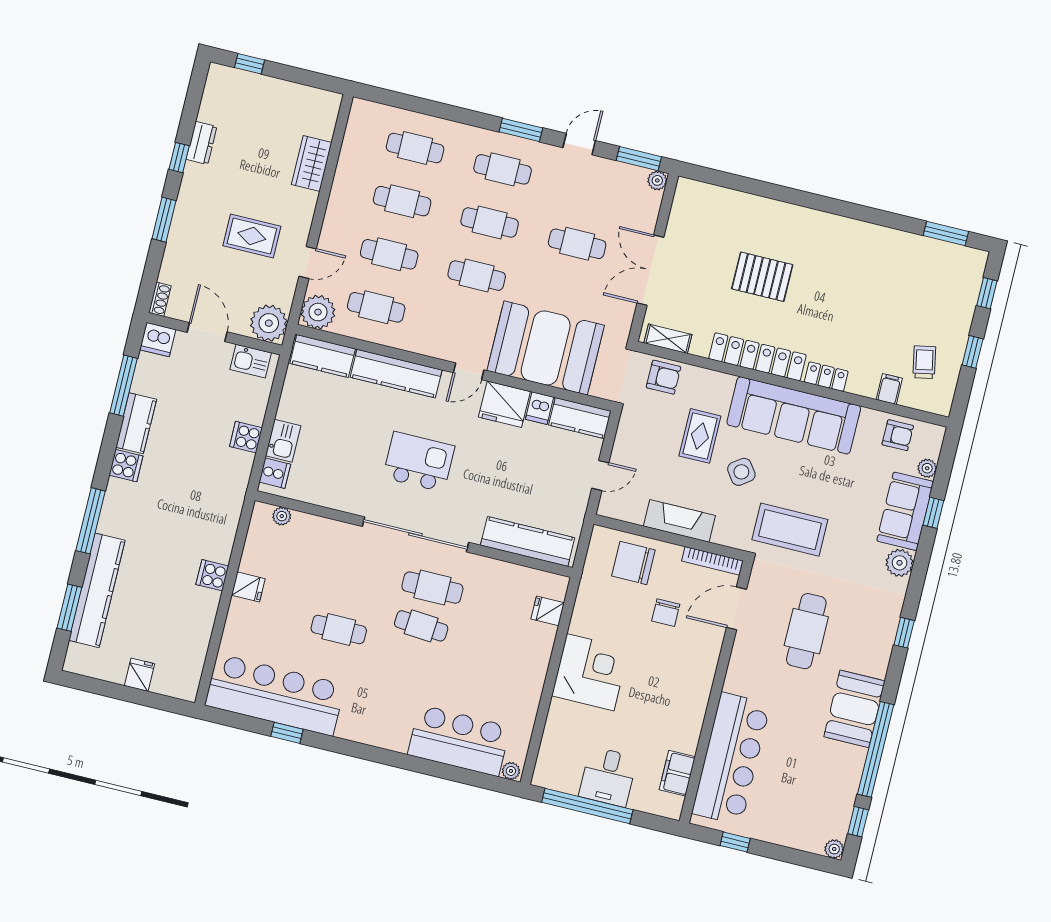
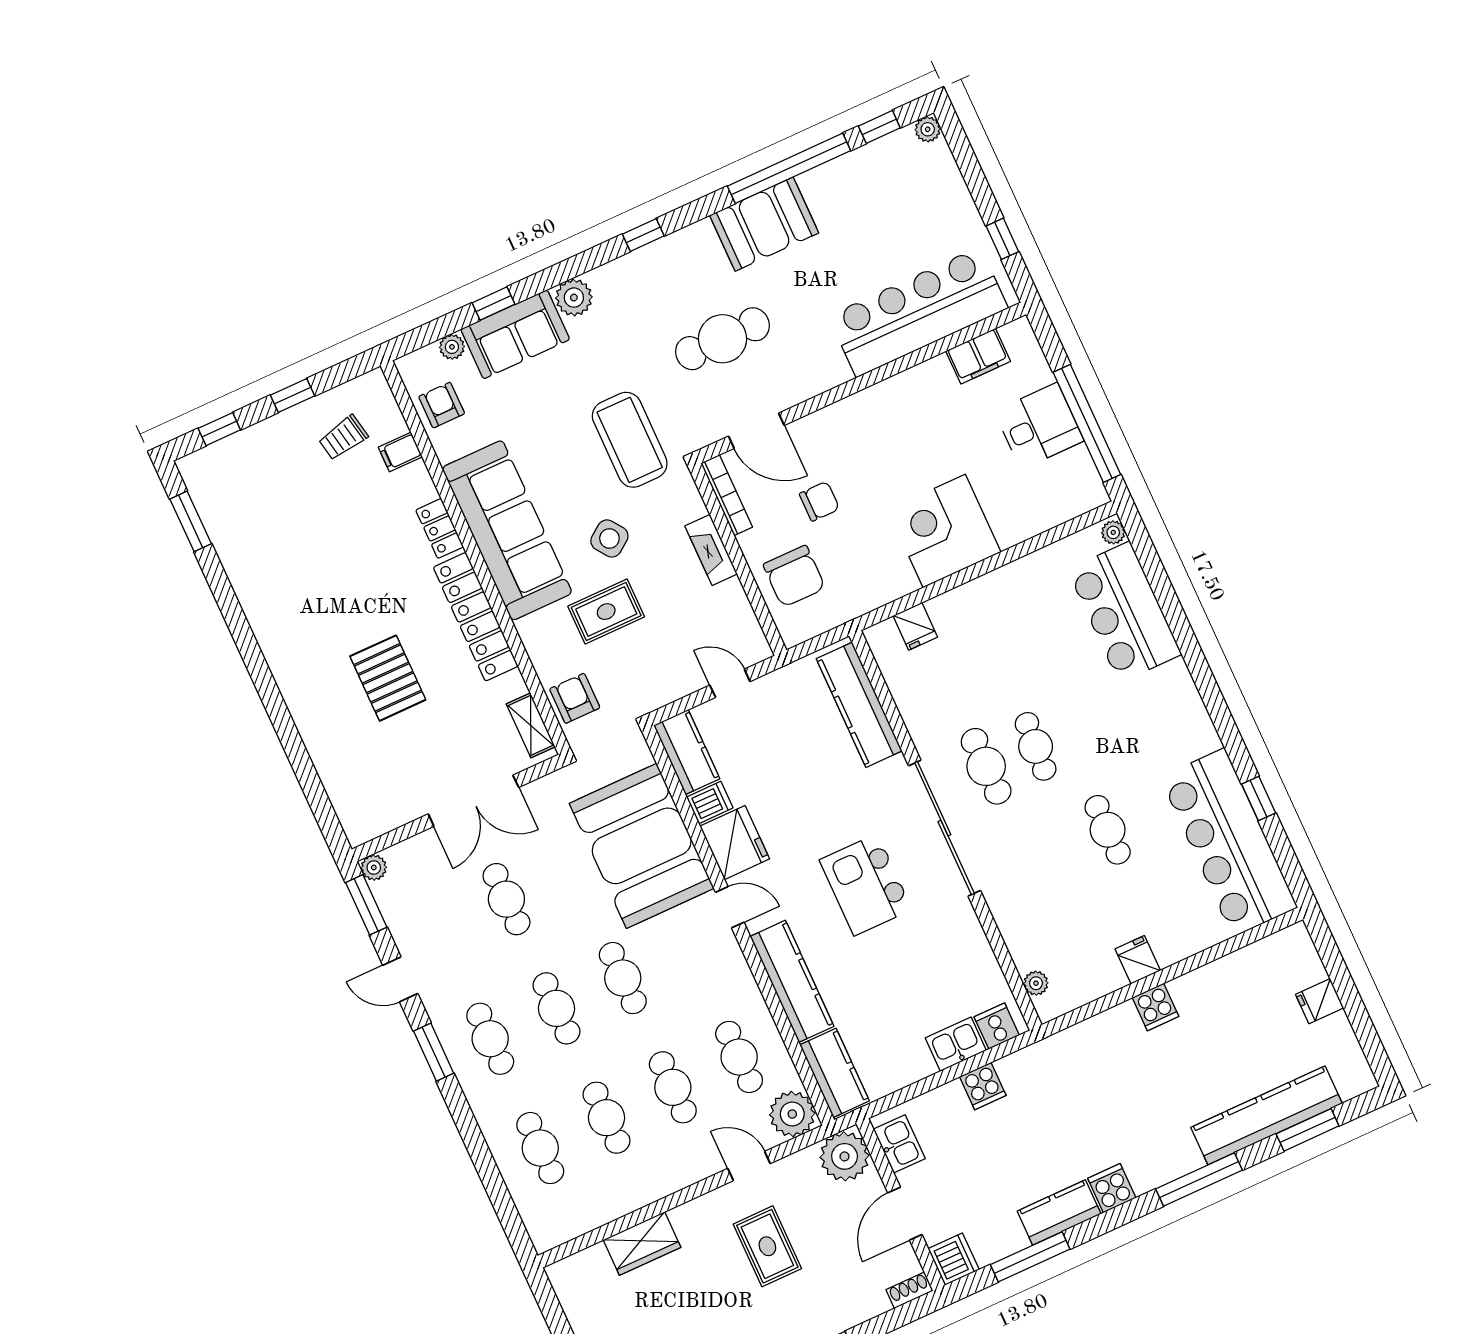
fireplace: (679, 521) -> (711, 550), width x0.73, depth x0.76

